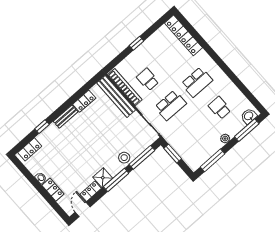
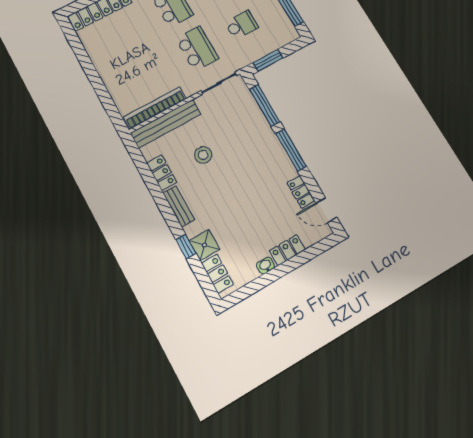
window: (136, 43) -> (94, 77), removed
school desk: (148, 80) -> (241, 25), moved, turned 180
stool: (124, 158) -> (203, 155), moved
shower: (103, 178) -> (204, 245), moved

